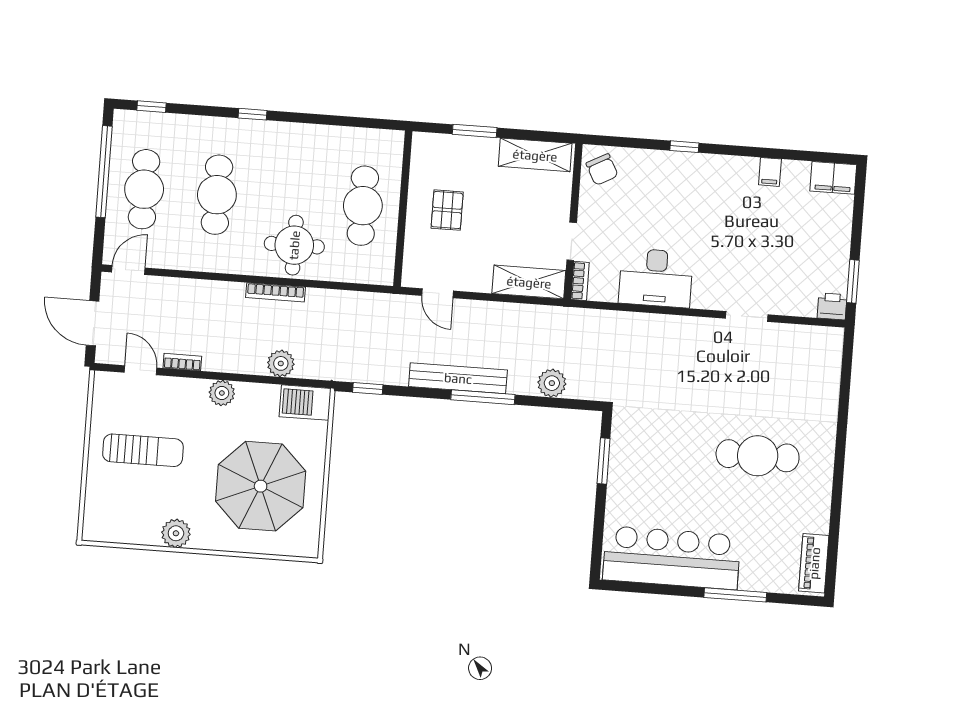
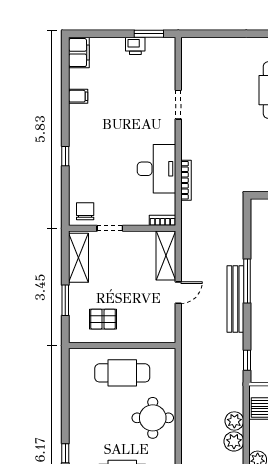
chair: (602, 170) -> (85, 211), turned -62
pallet: (447, 210) -> (103, 319), moved
doorway: (572, 241) -> (110, 228), moved
bookcase: (276, 292) -> (186, 180), moved
door: (438, 293) -> (178, 293), moved
printer: (832, 306) -> (135, 46), moved, turned -90
plant: (552, 383) -> (234, 441), moved

